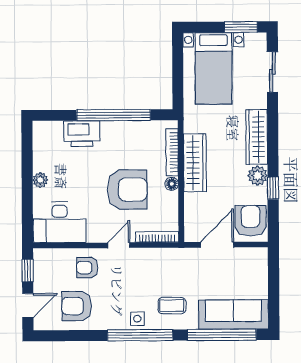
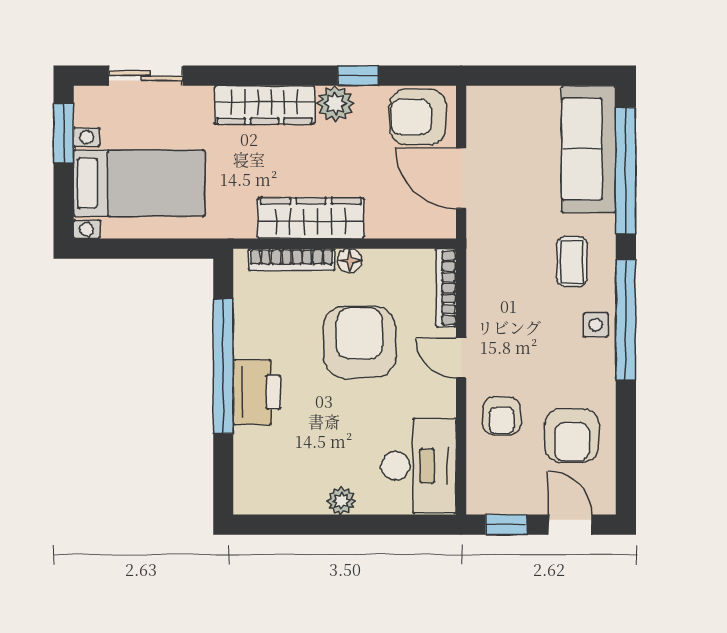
printer: (82, 134) -> (257, 392), moved

